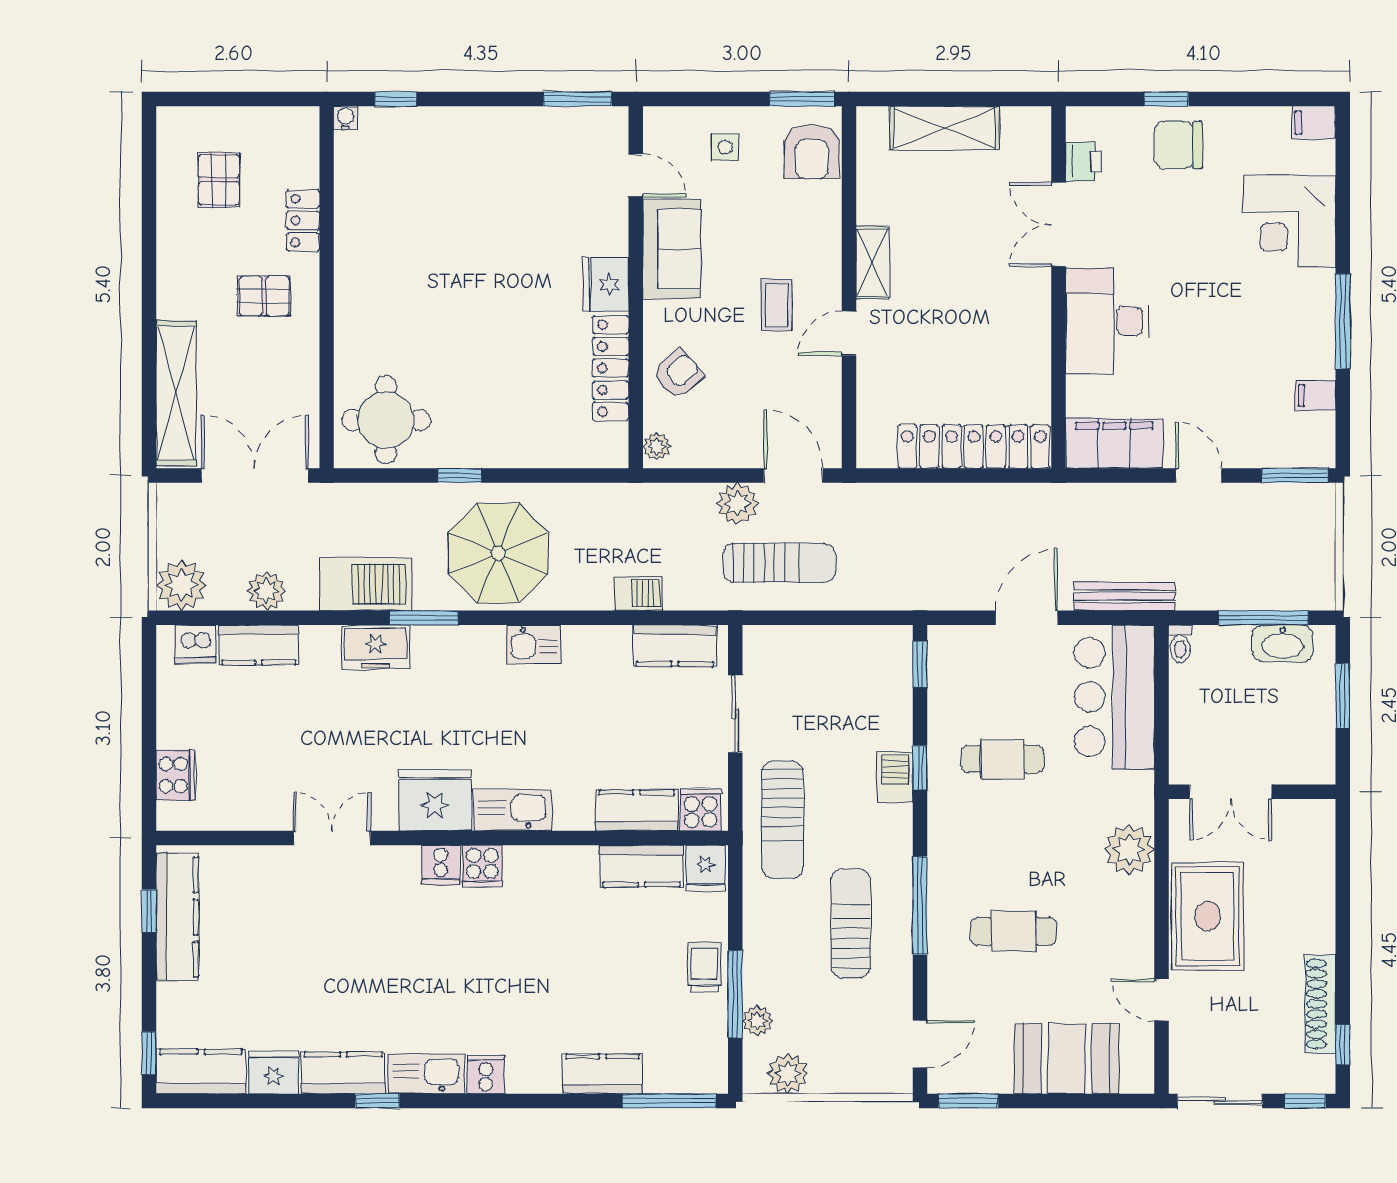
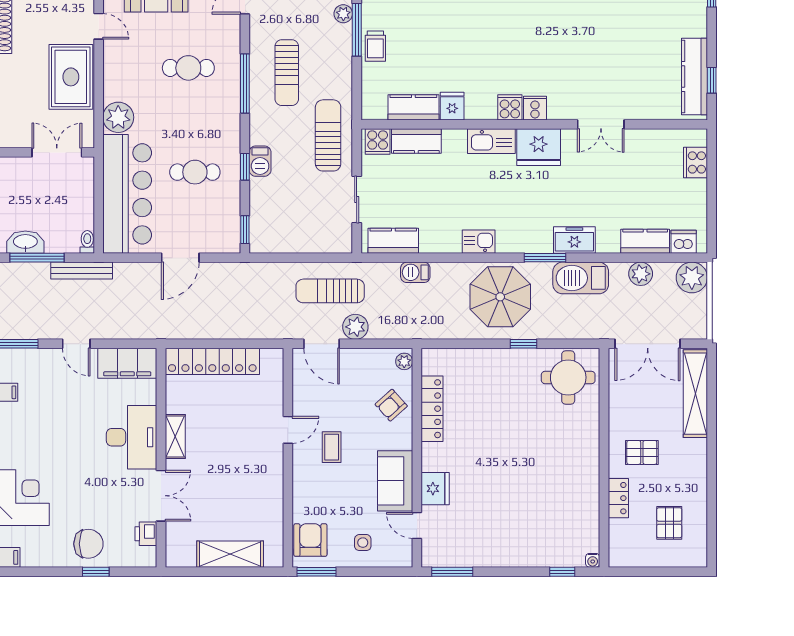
shelving: (872, 262) -> (175, 436), moved
fridge: (606, 284) -> (435, 489), moved
bench: (1124, 596) -> (82, 271), moved
bar counter: (1114, 697) -> (127, 194), width x1.36
fridge: (706, 868) -> (452, 106), moved

